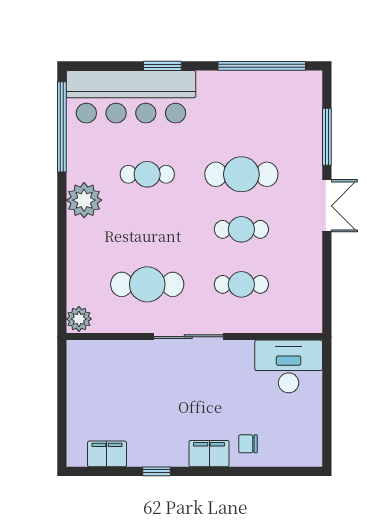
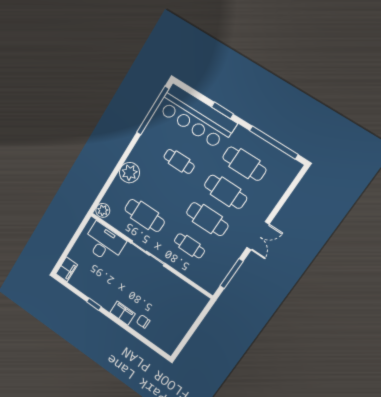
cafe table: (241, 119) -> (244, 164), added
window: (327, 137) -> (232, 274), moved
plant: (84, 200) -> (129, 173), moved
cafe table: (241, 229) -> (207, 219), width x1.37, depth x1.35
desk: (289, 366) -> (104, 243), moved
filing cabinet: (107, 454) -> (67, 269), moved, turned 90

